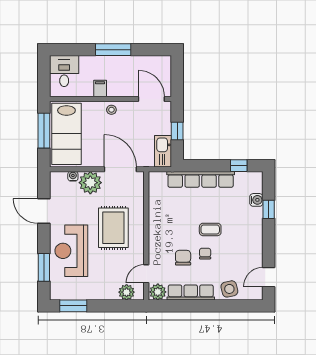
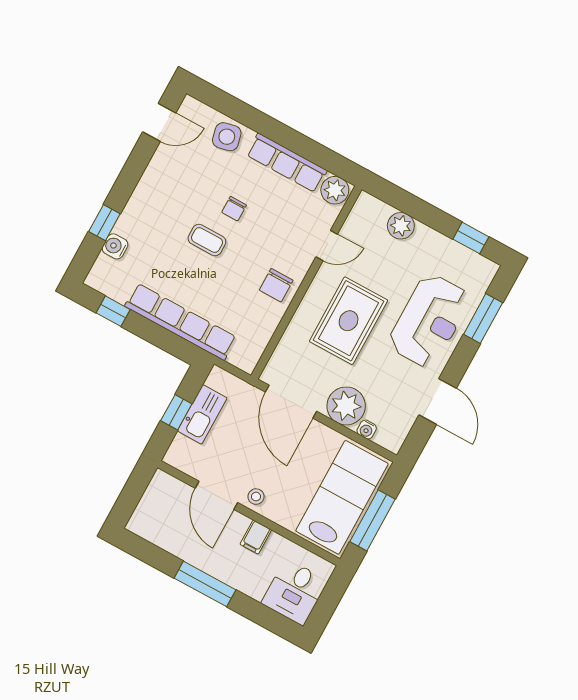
door: (151, 99) -> (216, 495), moved
kitchen sink: (163, 151) -> (202, 414), moved
chair: (183, 258) -> (276, 285), moved
door: (146, 274) -> (327, 245), moved
plant: (127, 292) -> (401, 226), moved
window: (73, 306) -> (471, 238), width x0.67

